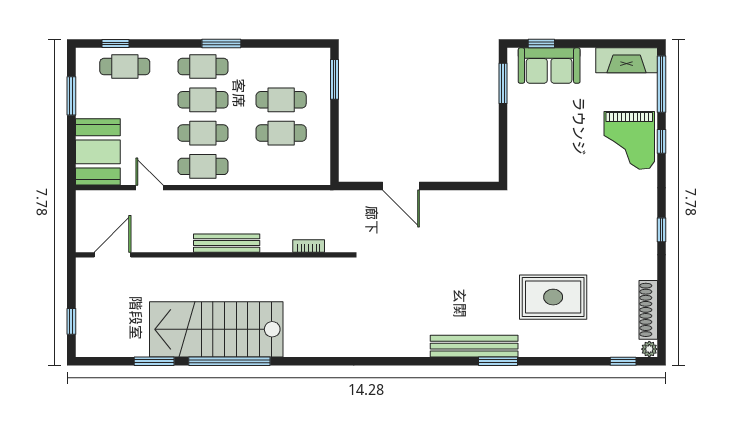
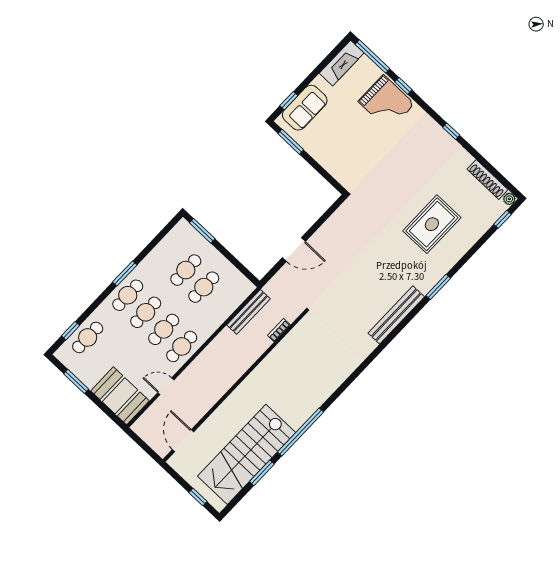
bench: (227, 243) -> (248, 312), moved
stairs: (216, 329) -> (247, 454), moved
bench: (474, 346) -> (396, 315), moved

